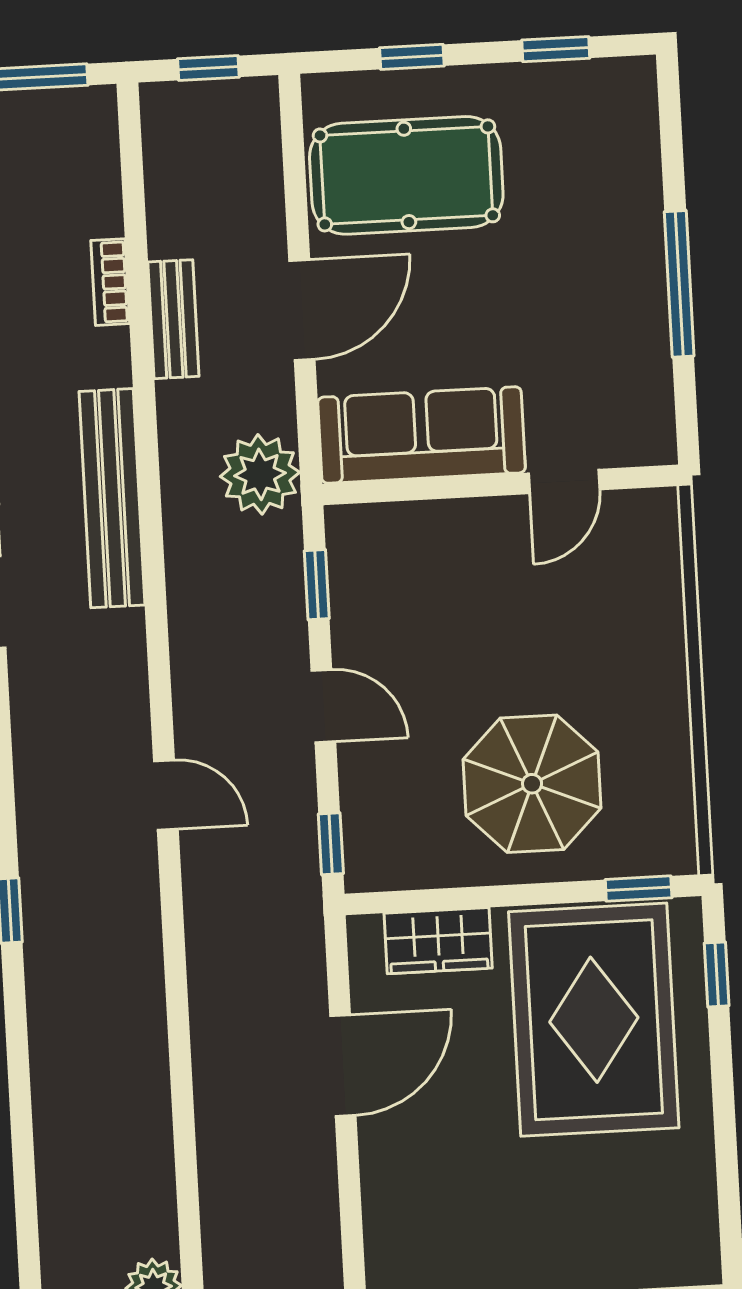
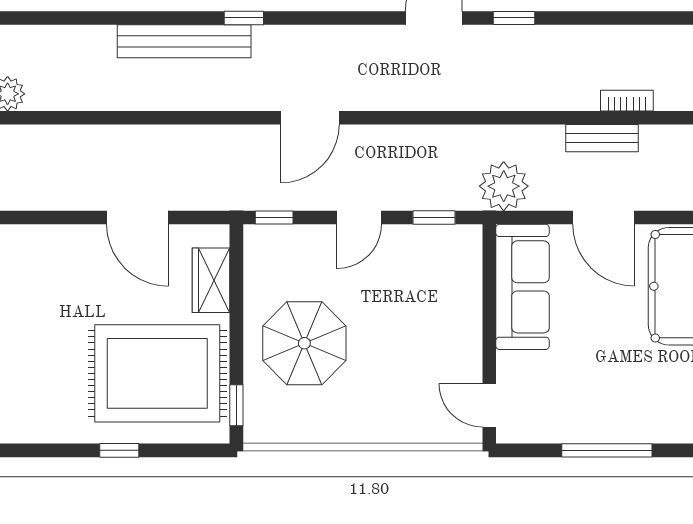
door: (564, 481) -> (489, 405), moved
bench: (112, 498) -> (184, 41), moved
door: (166, 795) -> (310, 118), width x1.38
window: (717, 974) -> (119, 450), moved

